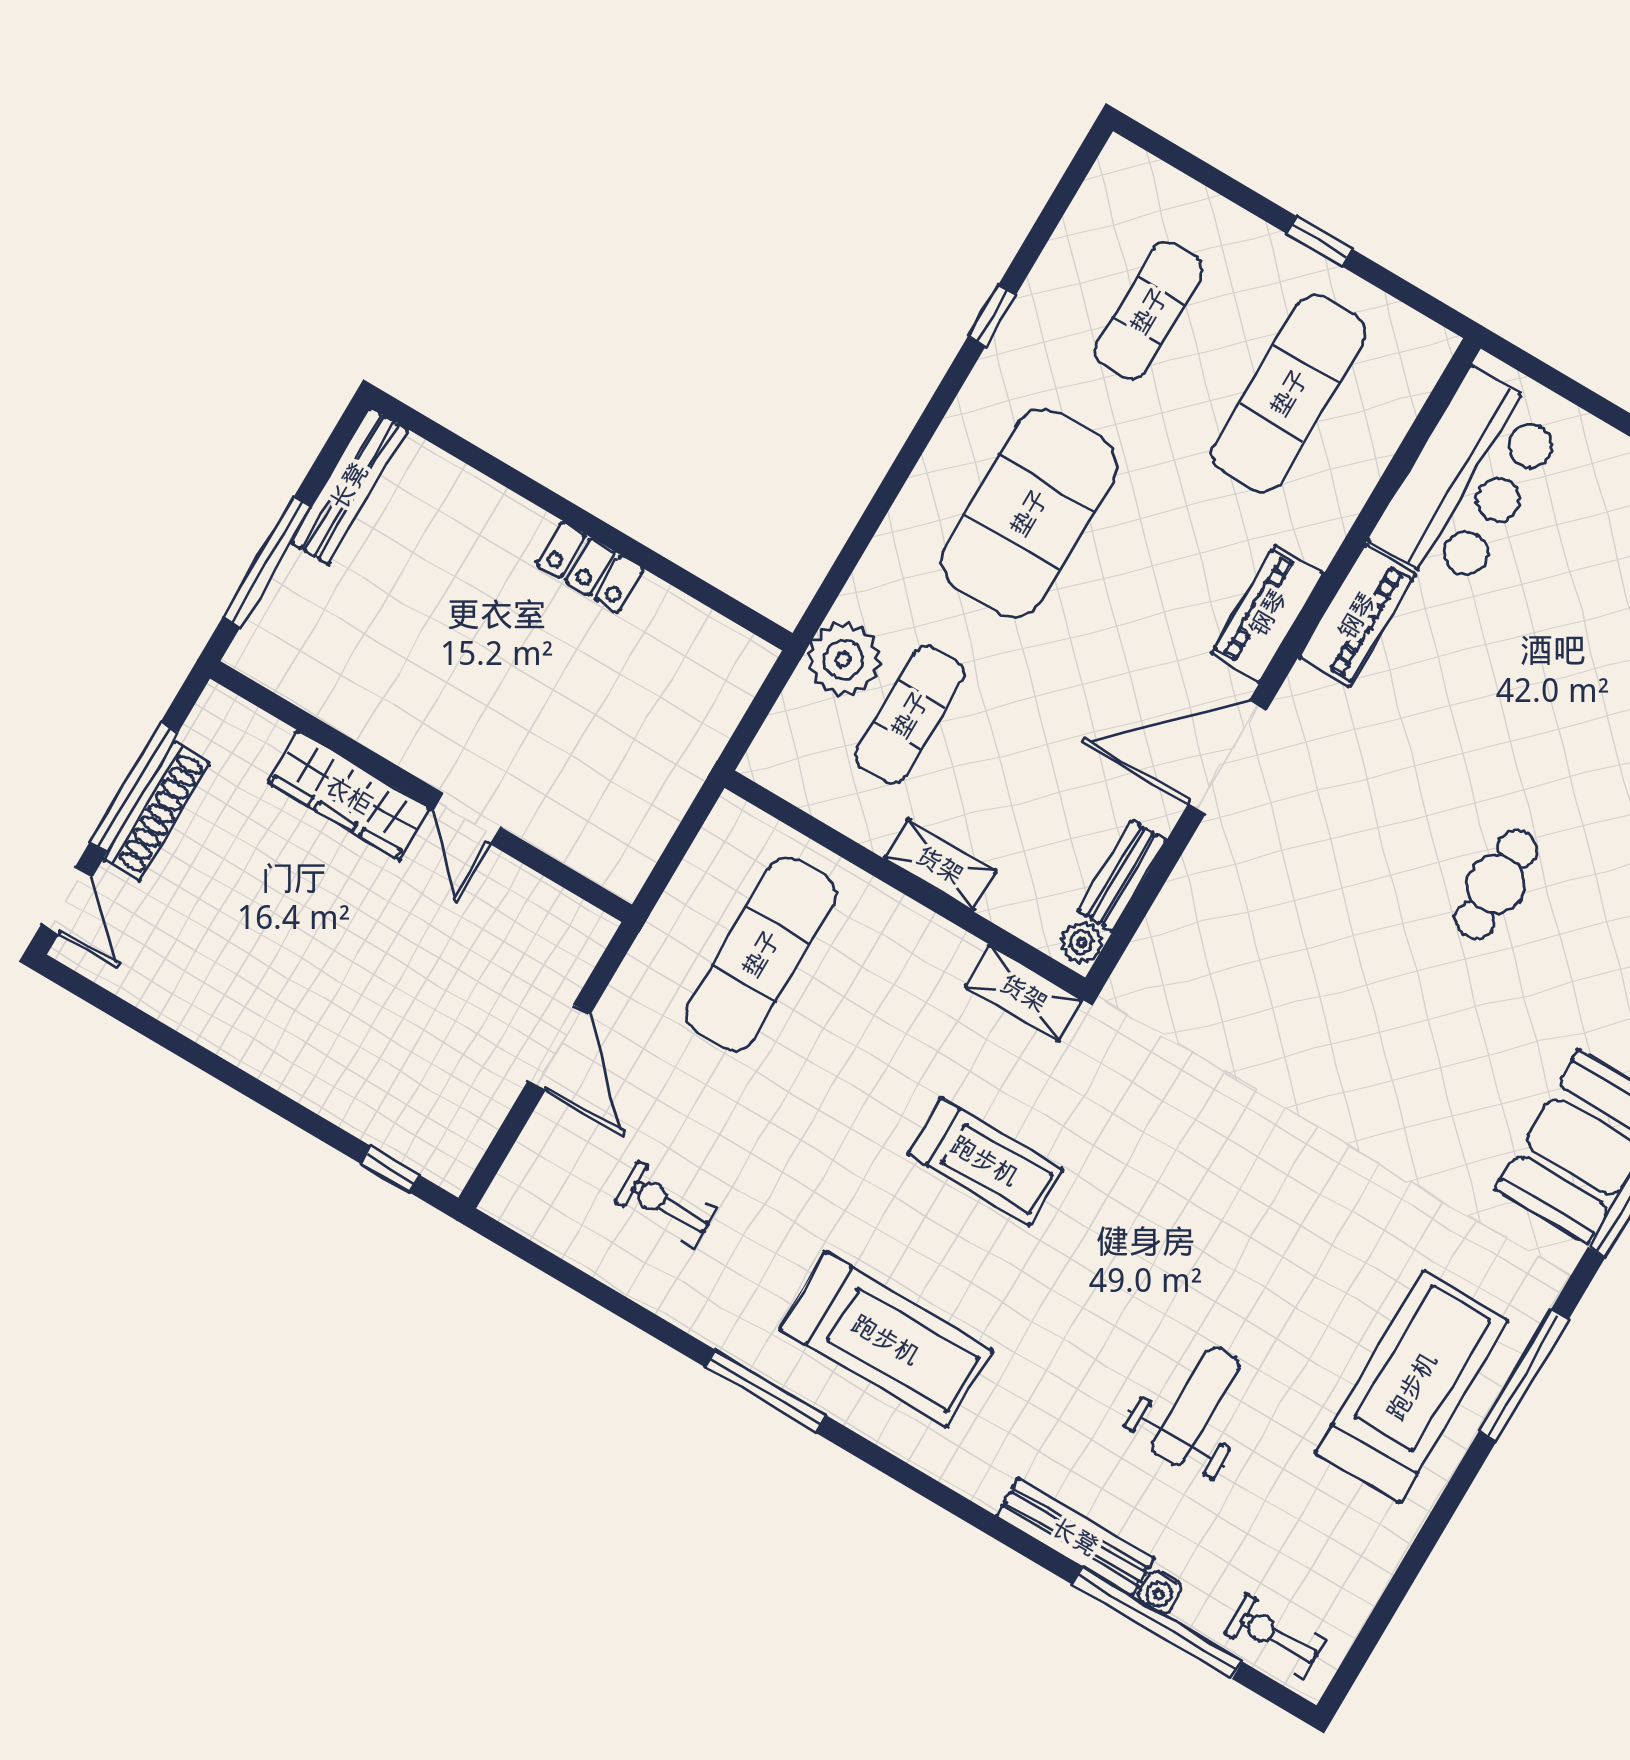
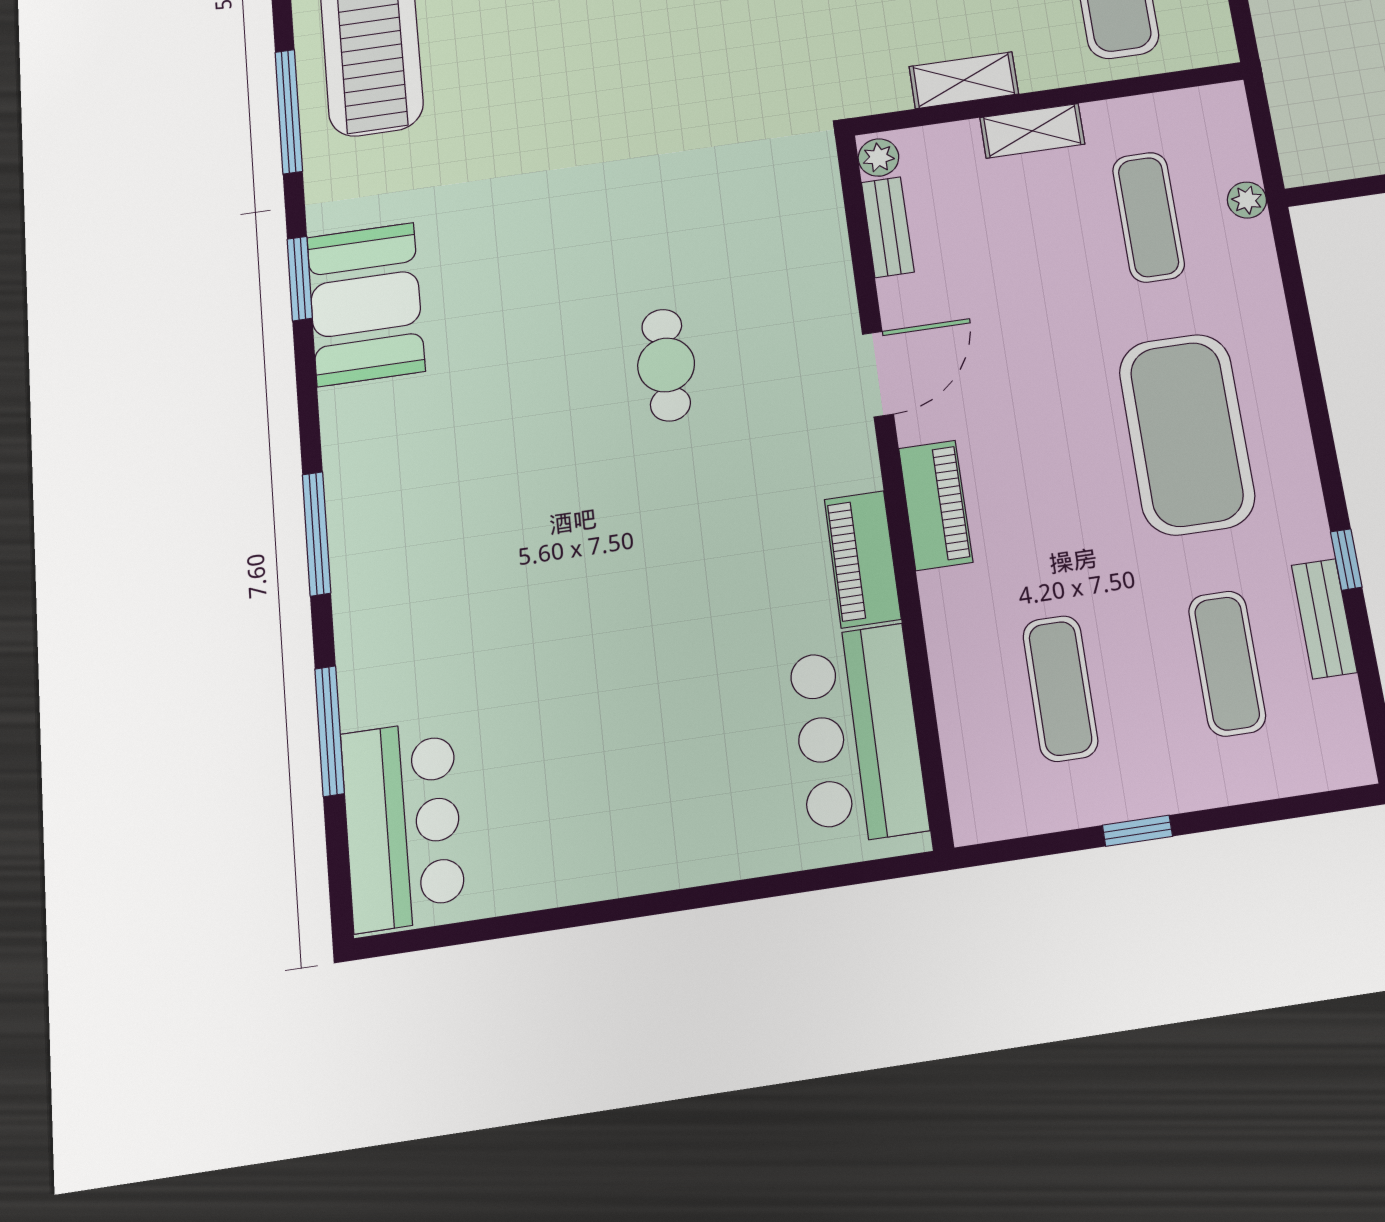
bench: (1047, 285) -> (1324, 619), added
exercise mat: (1289, 393) -> (1060, 688), width x0.73, depth x0.69
plant: (844, 660) -> (1247, 200), width x0.53, depth x0.53
door: (1227, 757) -> (878, 374), width x0.73
cafe table: (1496, 884) -> (666, 365), moved
shelving: (1024, 993) -> (964, 80), moved

